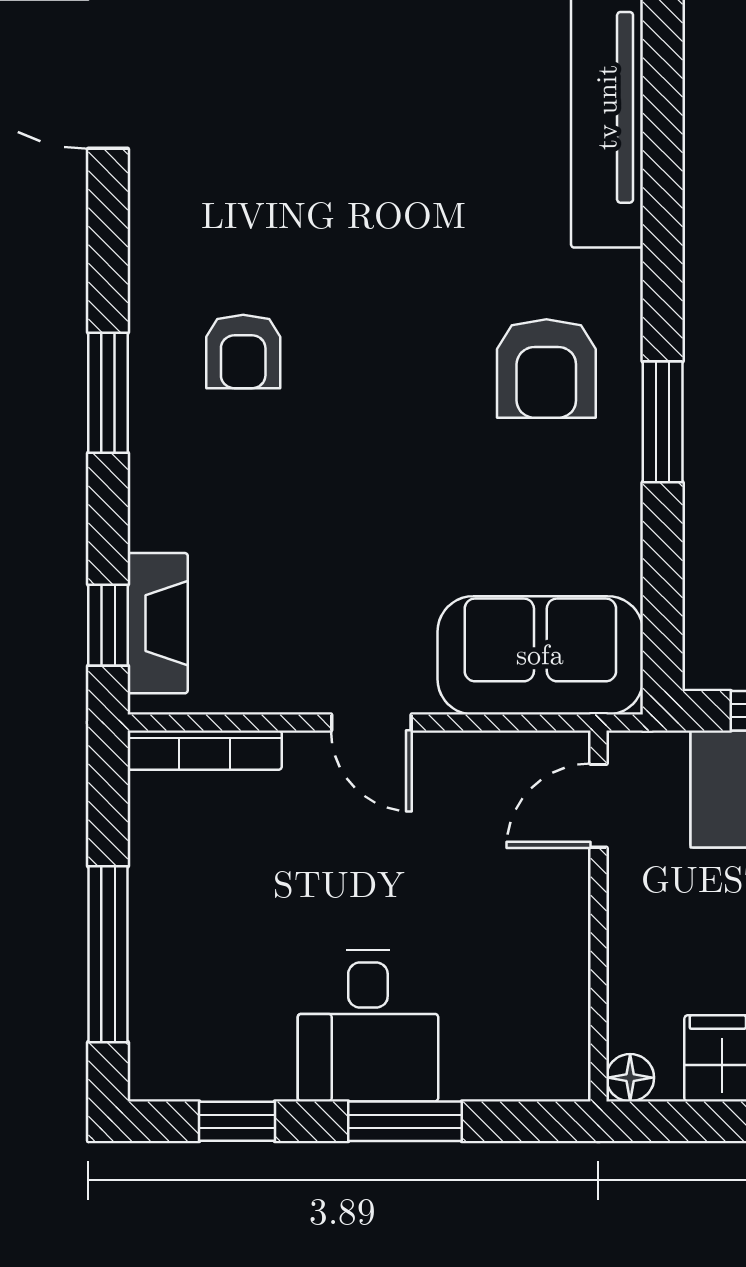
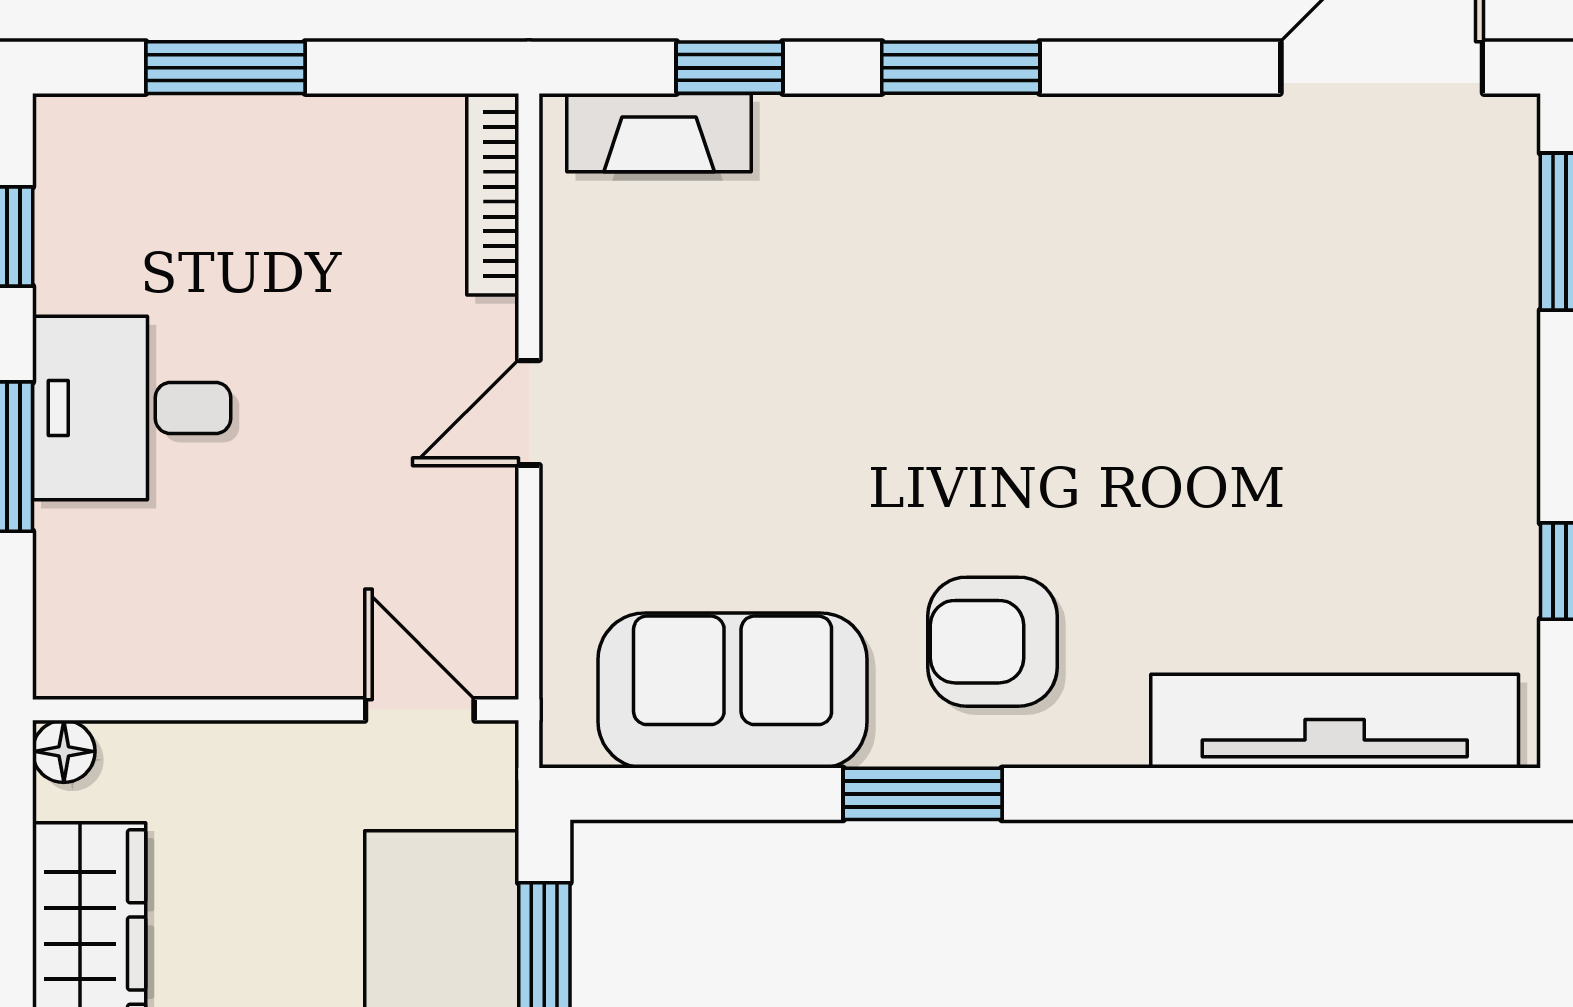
armchair: (243, 351) -> (1015, 245), removed
window: (108, 625) -> (730, 68), moved
sofa: (540, 655) -> (733, 690), moved, turned -90
window: (108, 954) -> (225, 68), width x0.69

